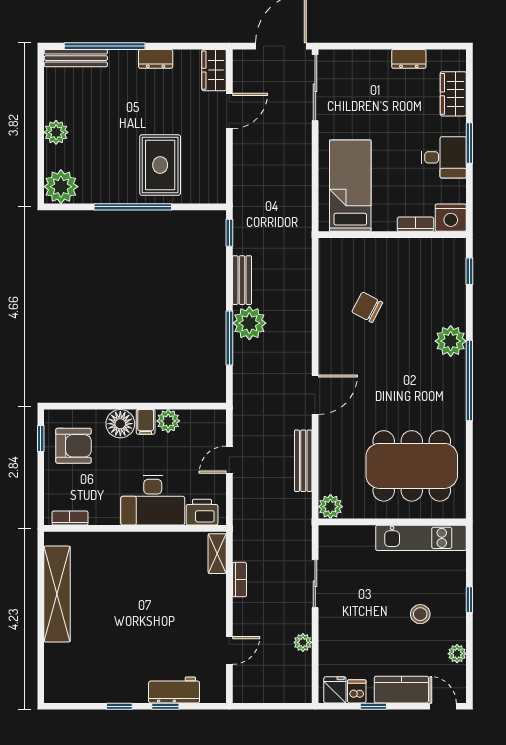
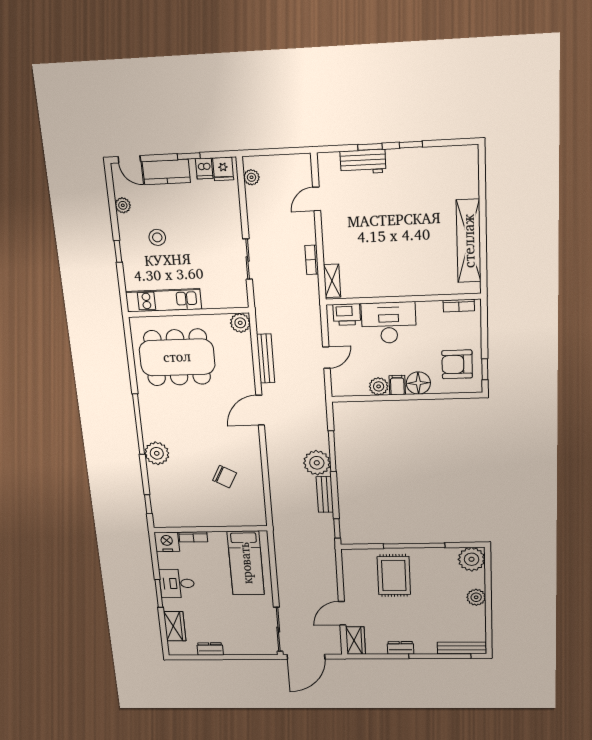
plant: (303, 642) -> (251, 177), moved

